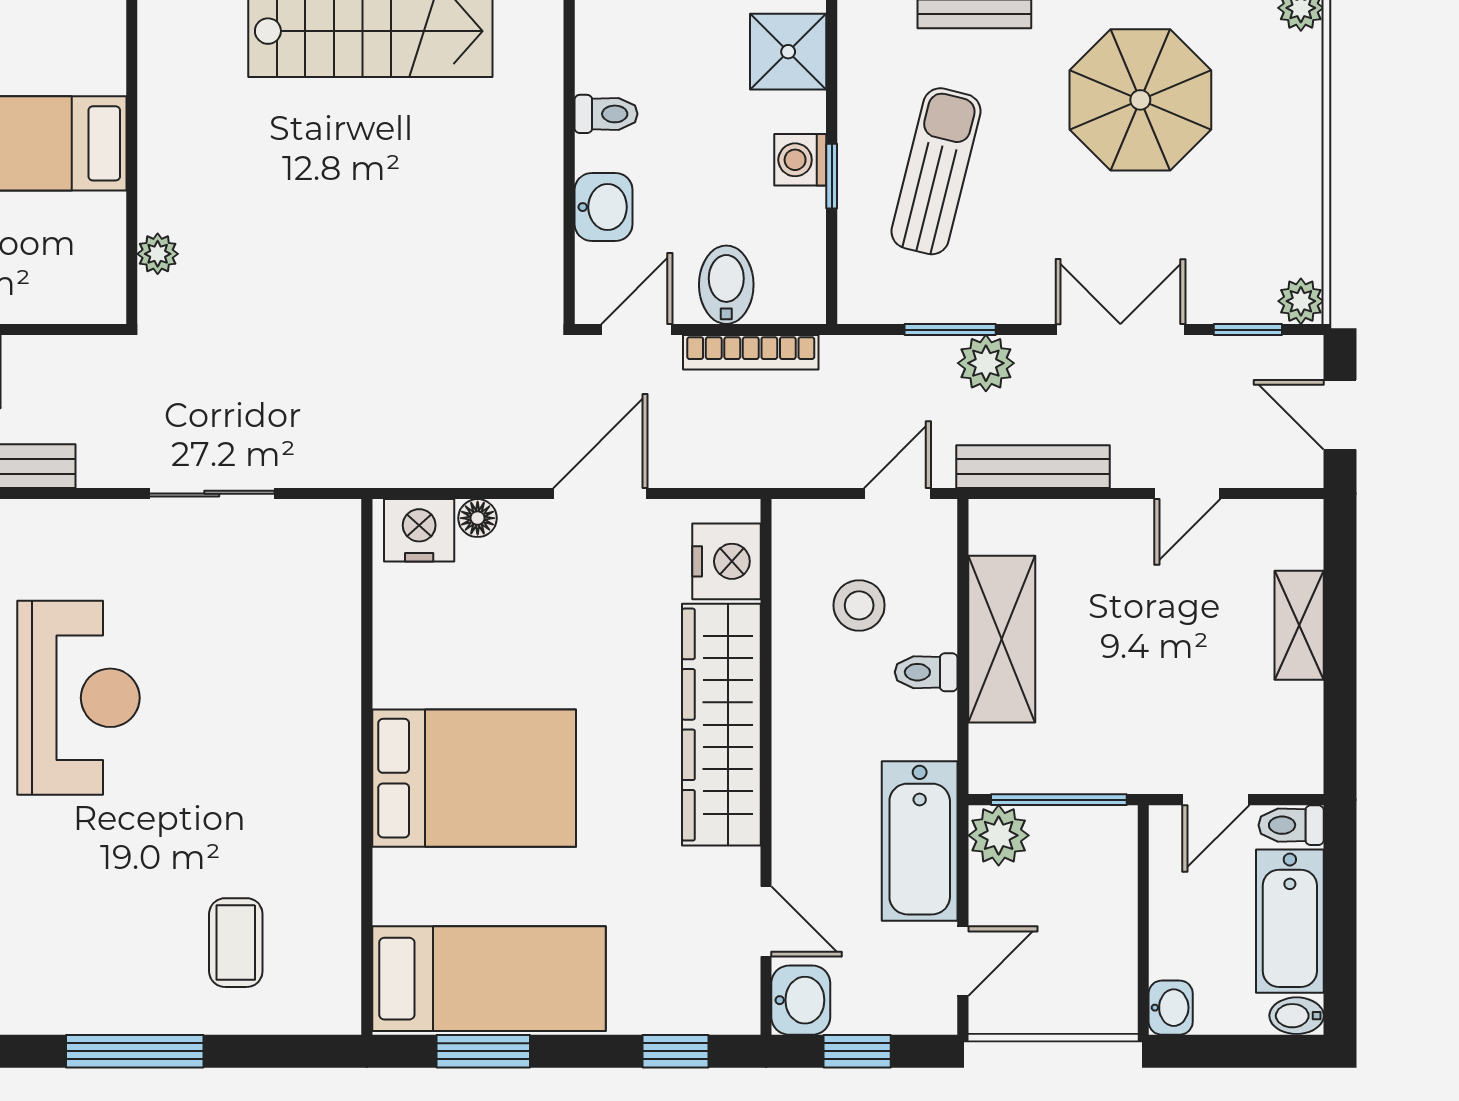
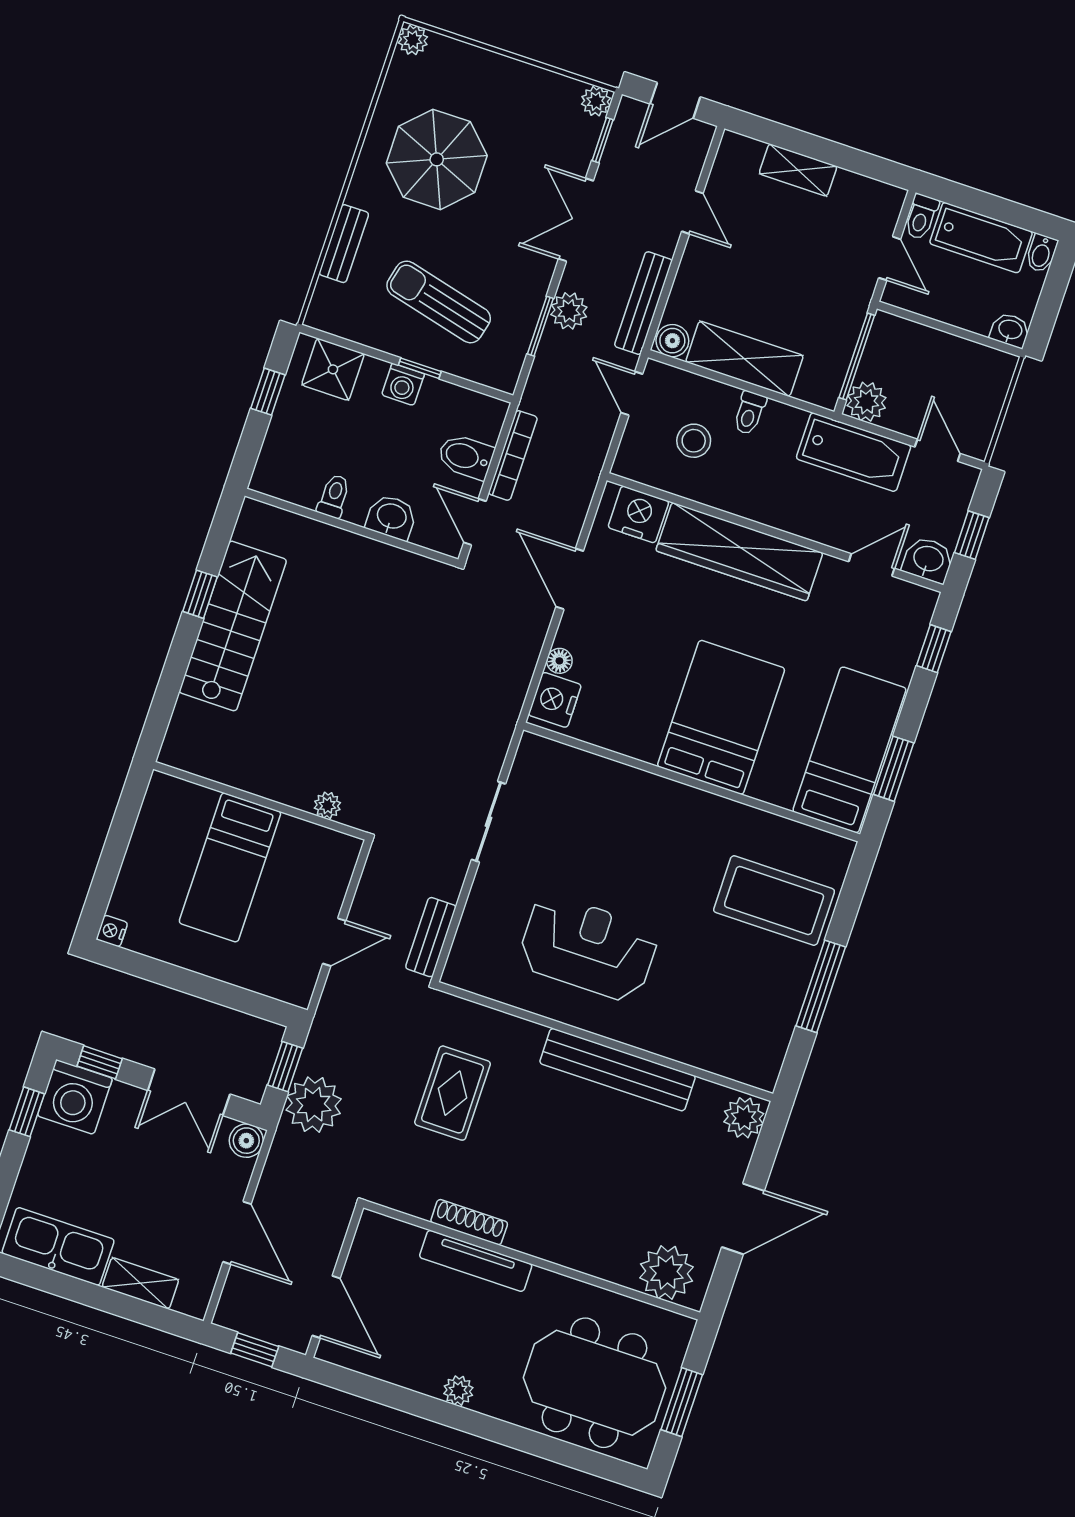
boiler: (993, 527) -> (672, 341), added
coffee table: (236, 943) -> (774, 901), width x1.86, depth x1.72

